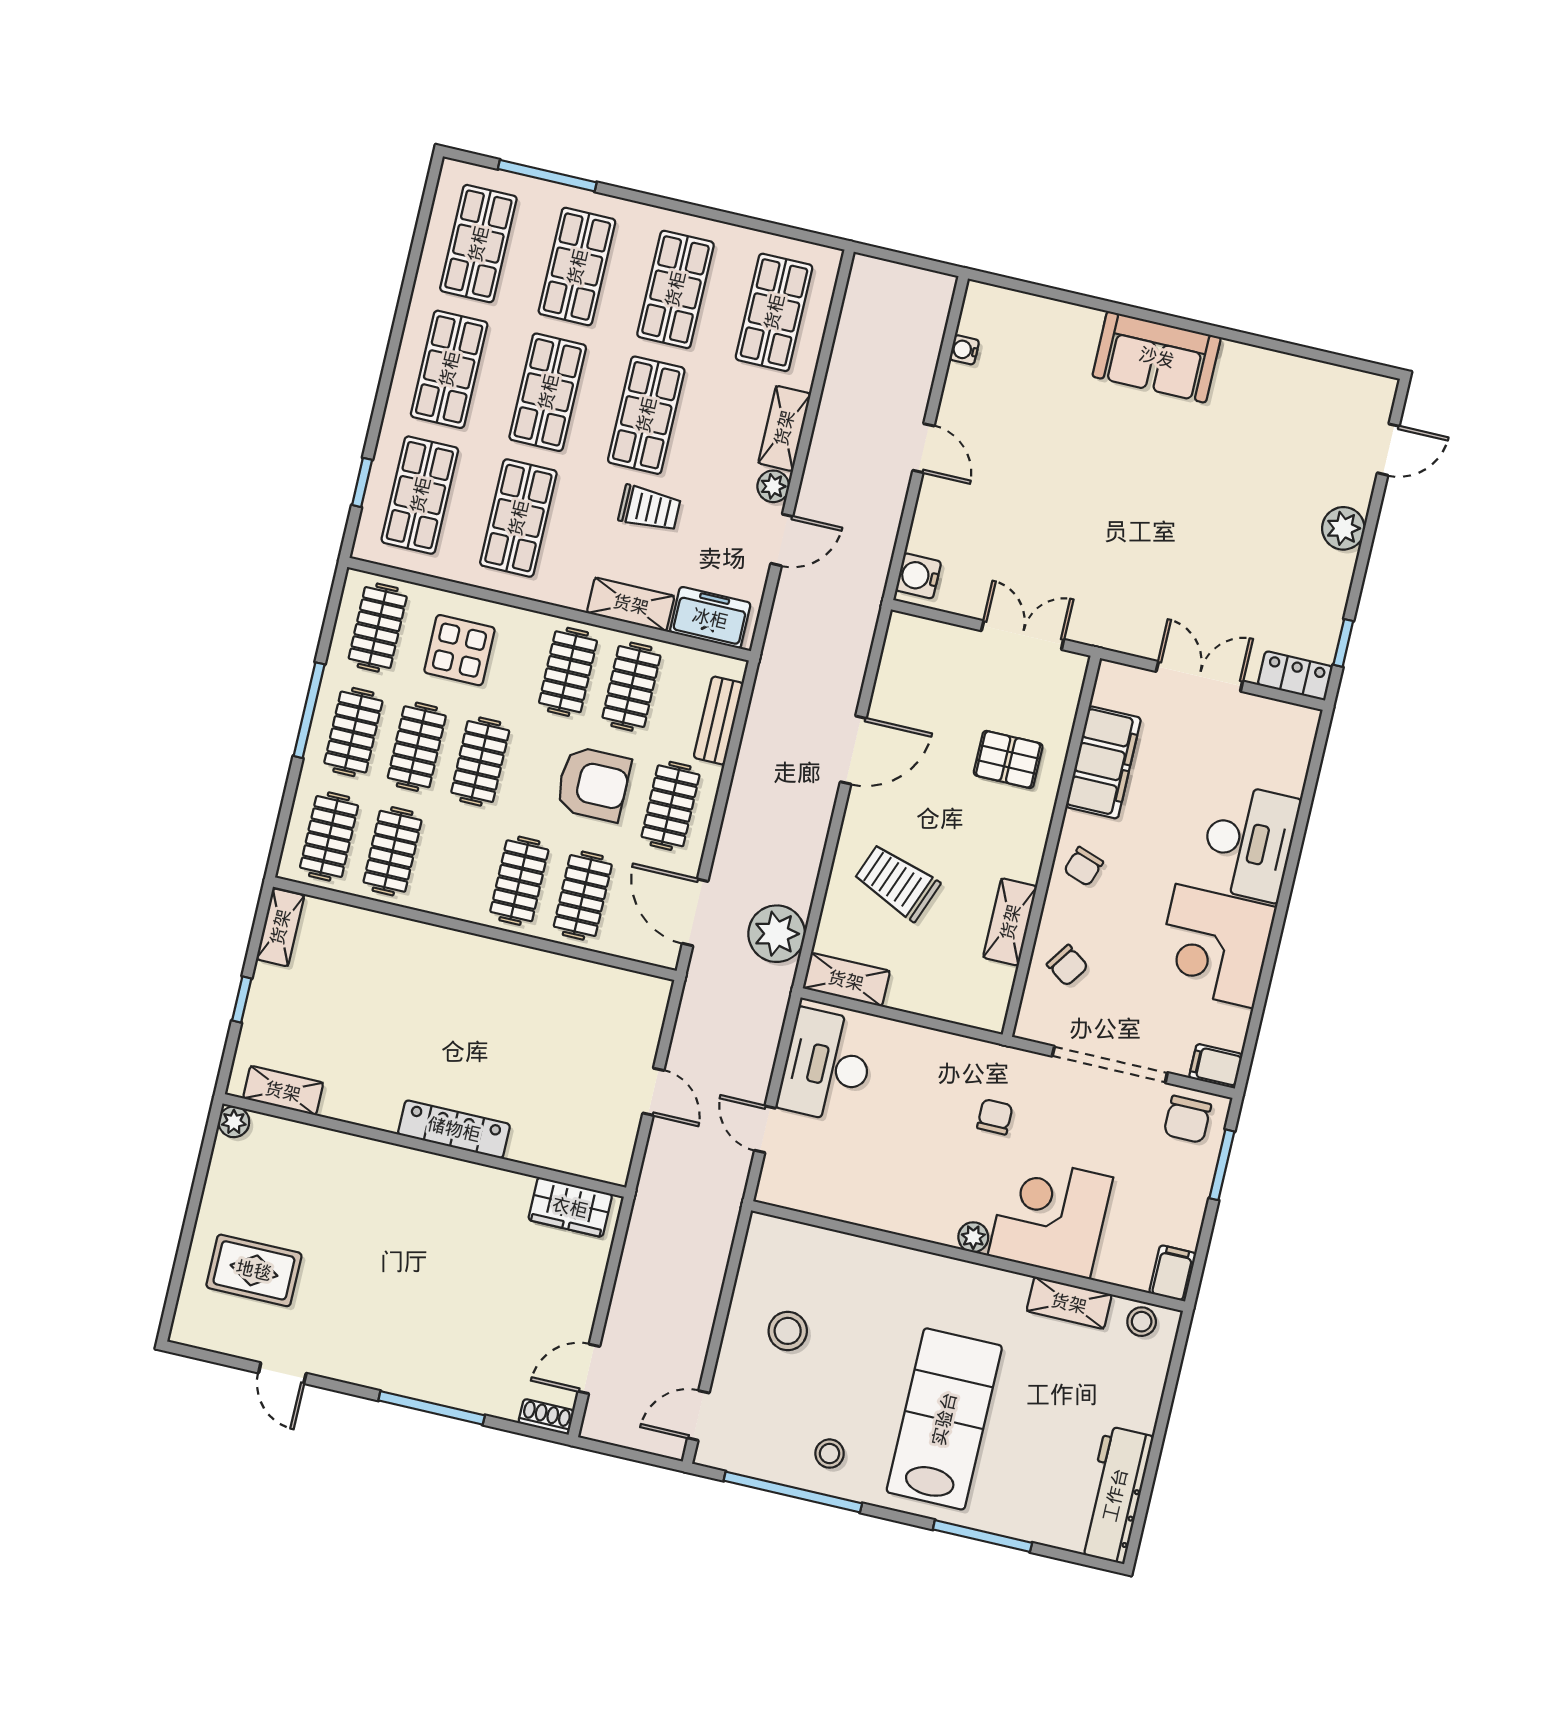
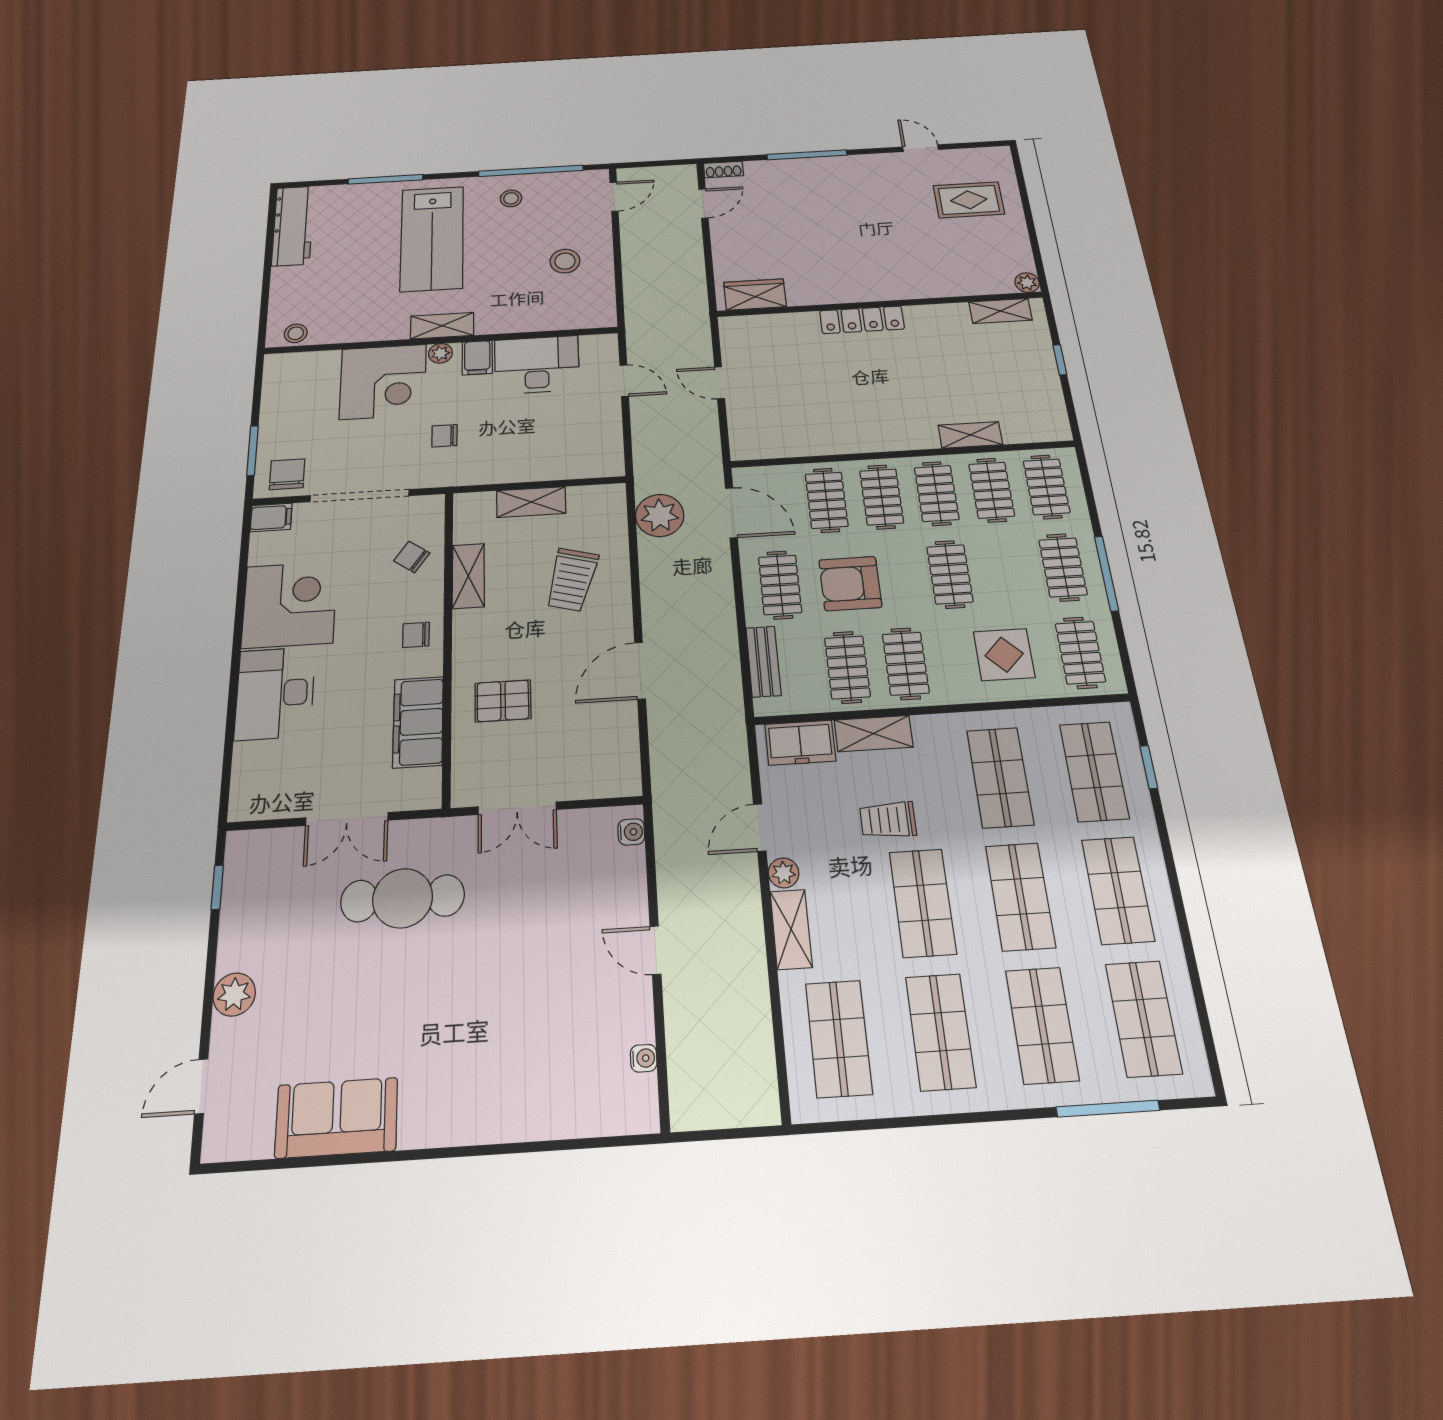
sofa: (1157, 357) -> (337, 1118), moved
cafe table: (1160, 575) -> (403, 898), added
water cooler: (918, 576) -> (631, 832), width x0.72, depth x0.72
locker: (1295, 676) -> (258, 845), removed
clothes rail: (417, 747) -> (937, 493), moved
chair: (1084, 866) -> (416, 635), turned -109
trolley: (897, 882) -> (572, 580), turned 84
shelving: (280, 927) -> (970, 435), moved, turned 90
shelving: (846, 980) -> (531, 502), moved
desk: (827, 1066) -> (537, 365), moved, turned -90
chair: (995, 1117) -> (445, 436), turned 90
filing cabinet: (1173, 1273) -> (477, 358), moved
shelving: (1069, 1303) -> (442, 326), moved

